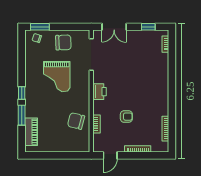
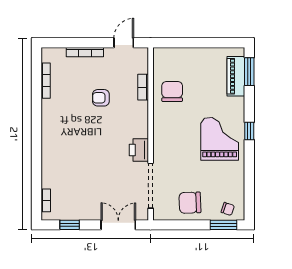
grand piano: (57, 77) -> (220, 139), moved
printer: (100, 92) -> (139, 150), moved
window: (22, 115) -> (249, 72), moved
chair: (76, 121) -> (172, 91), turned -104

